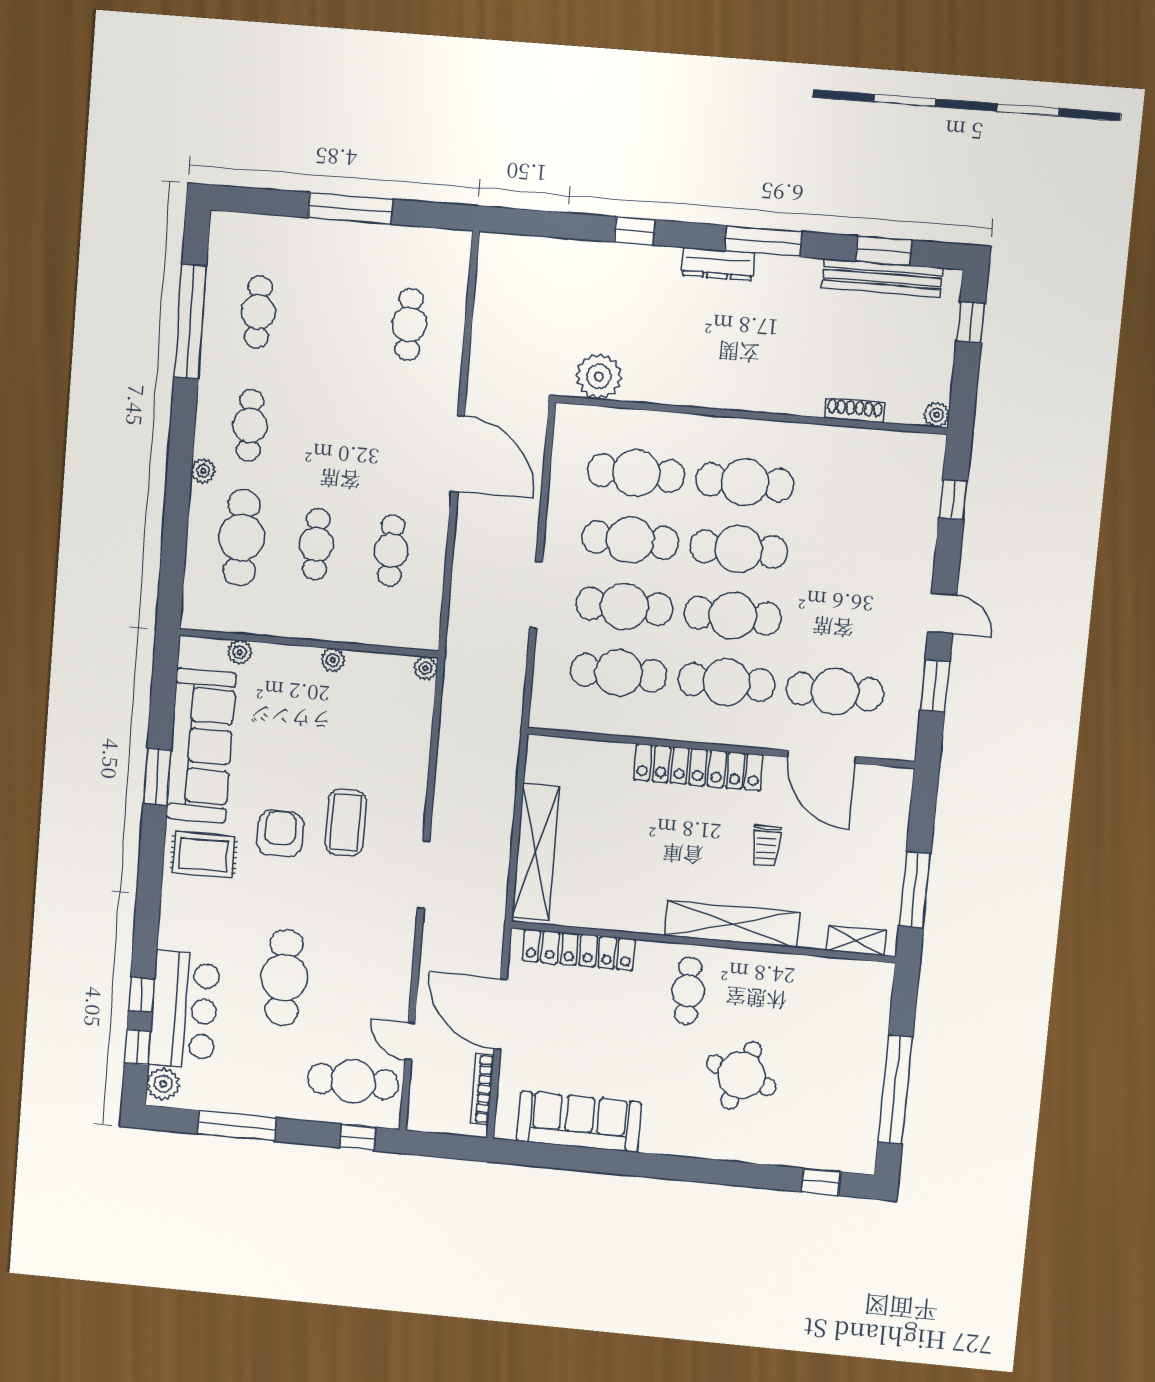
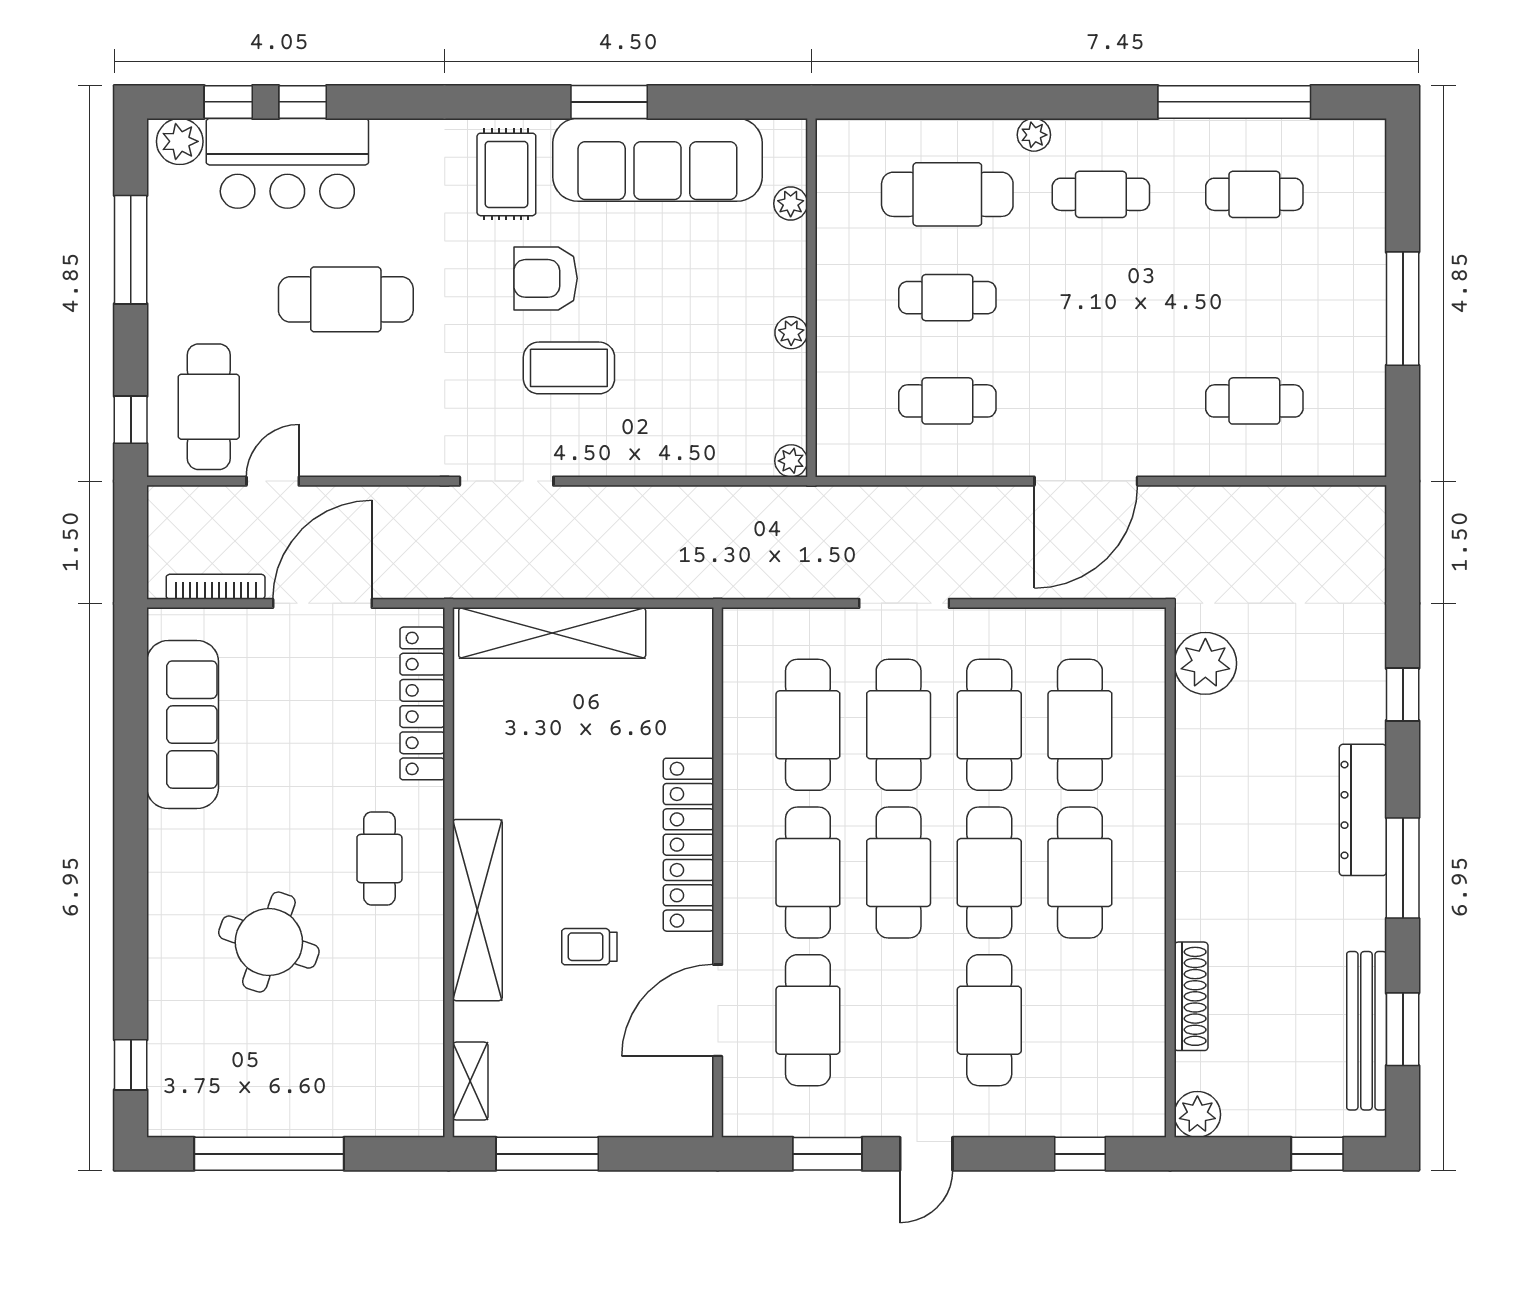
dresser: (718, 264) -> (1363, 810), width x1.37, depth x1.24
shoe rack: (855, 410) -> (1191, 996), width x1.36, depth x1.24
plant: (937, 415) -> (1197, 1114), width x1.38, depth x1.38
cafe table: (848, 558) -> (989, 1020), added
armchair: (280, 834) -> (546, 278), turned 180
cafe table: (688, 991) -> (379, 858), turned 90

